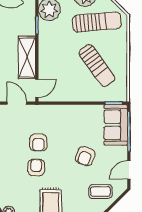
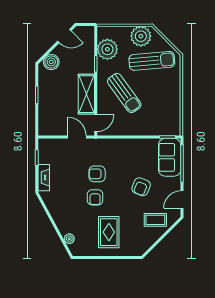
sun lounger: (97, 66) -> (124, 93), moved
armchair: (38, 143) -> (97, 174), turned 90
armchair: (36, 168) -> (95, 197), turned 180

